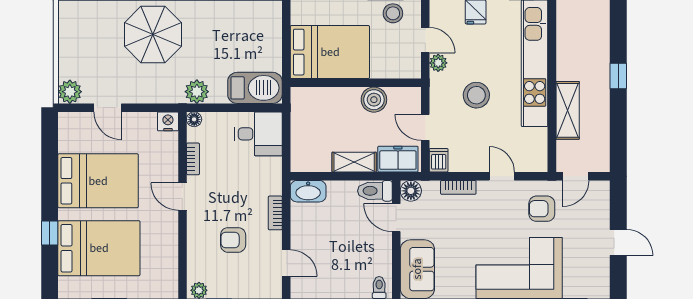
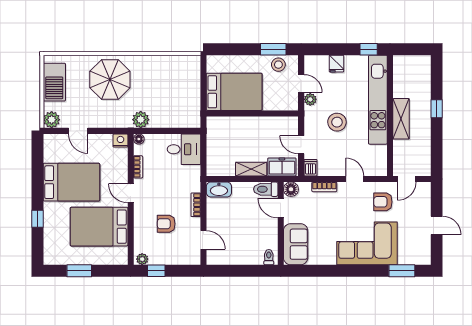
barbecue: (255, 88) -> (54, 82), moved, turned 90
boiler: (374, 100) -> (265, 125), removed
shelving: (568, 110) -> (401, 119), moved
bed: (99, 248) -> (99, 227), moved, turned 180

